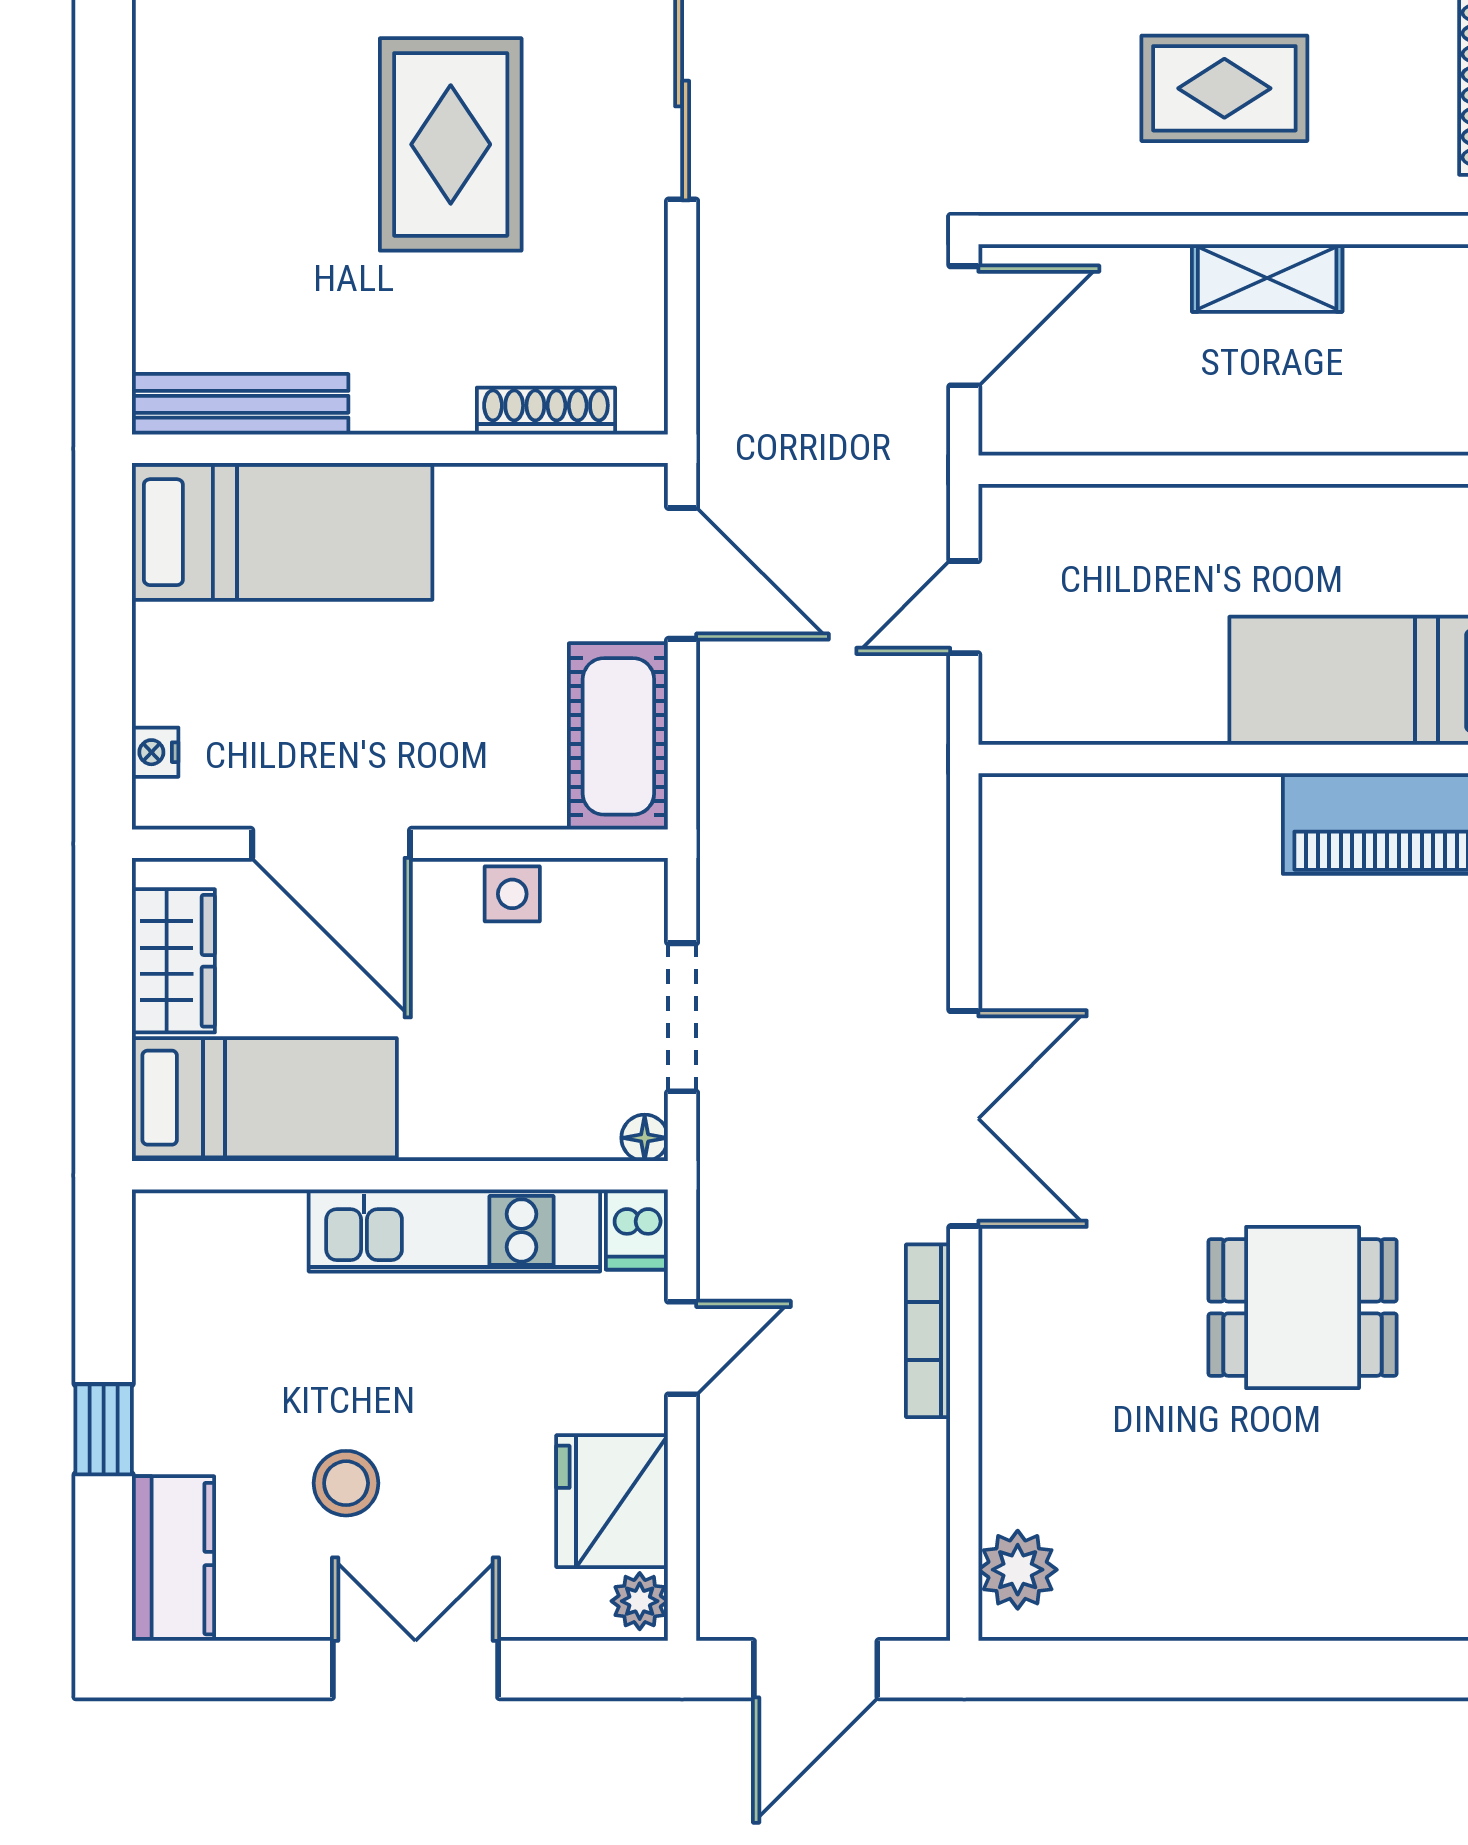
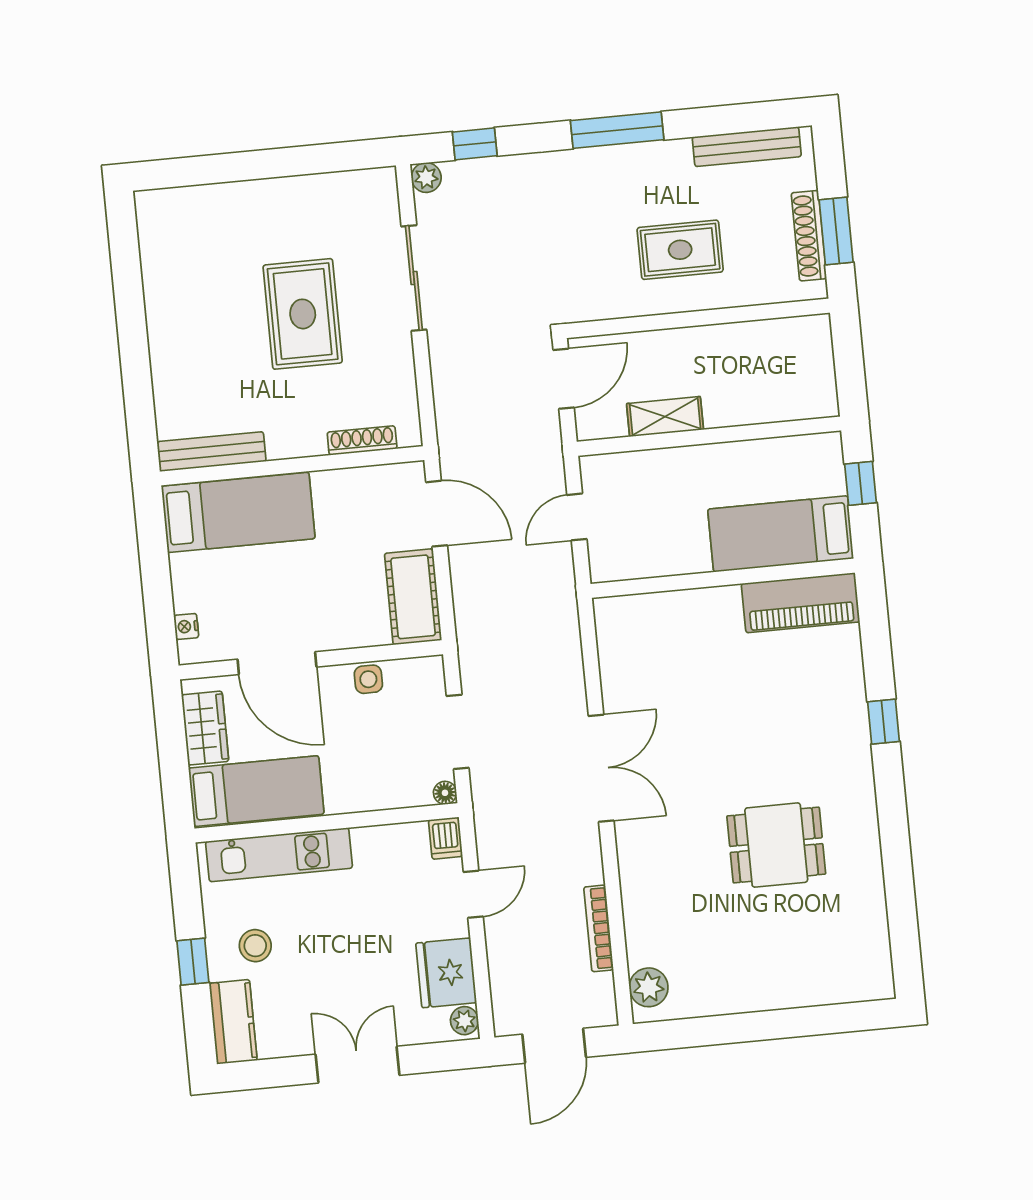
shelving: (1267, 278) -> (665, 417), moved
kitchen unit: (454, 1230) -> (279, 855), moved
bookcase: (928, 1331) -> (599, 928), moved
stool: (346, 1483) -> (255, 946), moved

